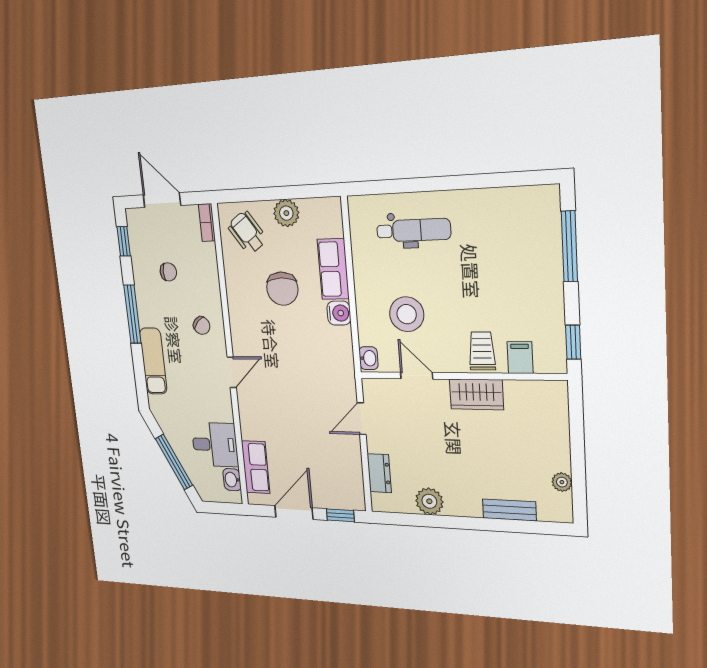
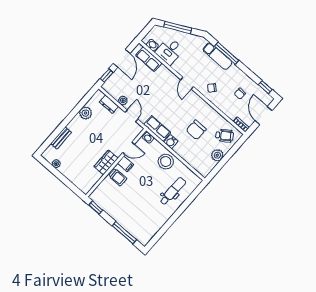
door: (162, 200) -> (264, 116), swing flipped
dental chair: (414, 230) -> (173, 191), turned 180
row of seats: (333, 269) -> (157, 128), moved
chair: (282, 289) -> (196, 130), turned -90
window: (132, 314) -> (227, 53), moved
stool: (407, 314) -> (166, 162), moved
filing cabinet: (520, 358) -> (126, 164), moved
plant: (352, 455) -> (123, 100), added

